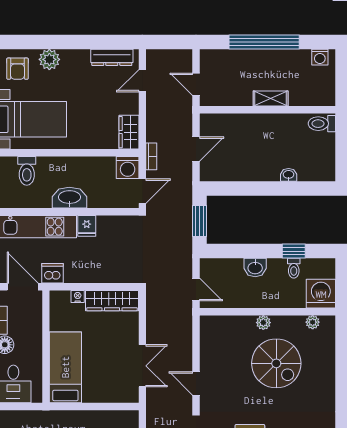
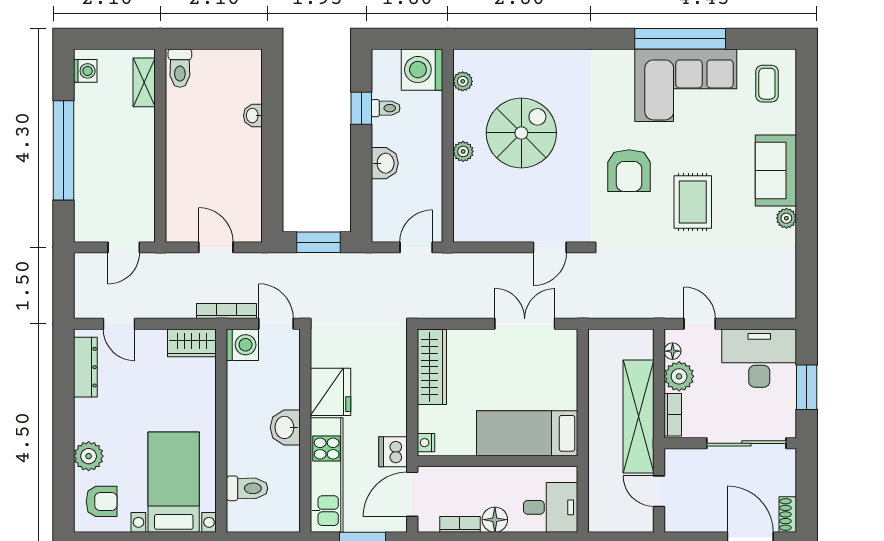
shelving: (271, 99) -> (144, 82), moved
bookcase: (151, 156) -> (226, 311), width x1.56
washbasin: (69, 198) -> (285, 427), width x0.72
fridge: (87, 226) -> (330, 392), width x1.88, depth x1.34
nightstand: (78, 296) -> (426, 443), moved

